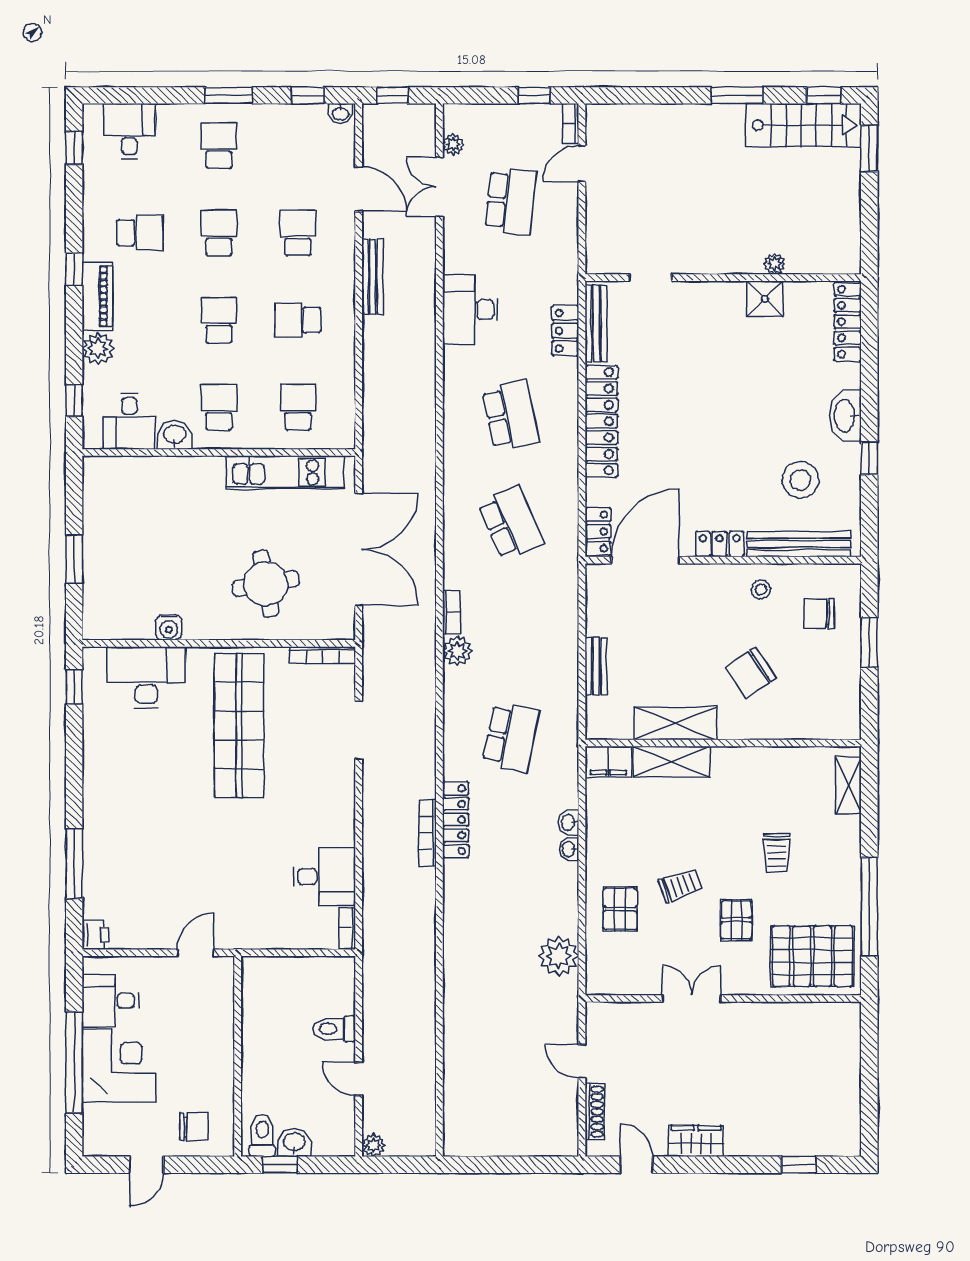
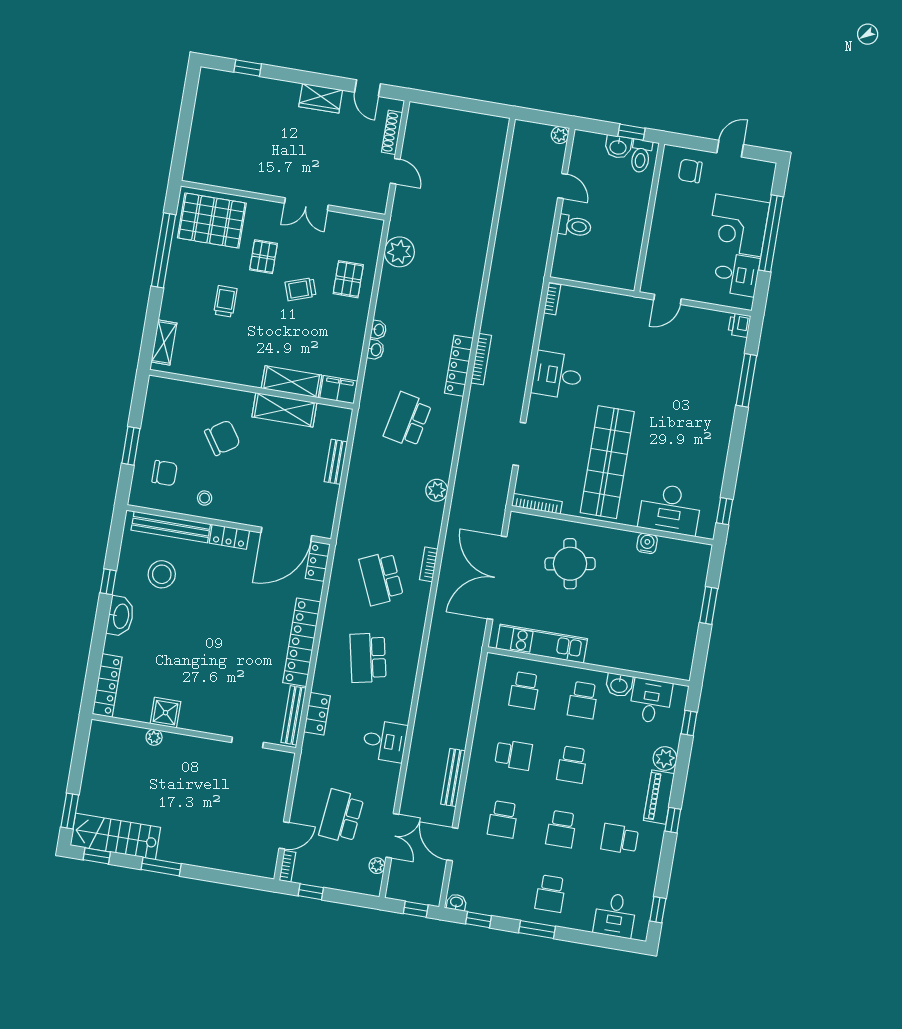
desk: (470, 310) -> (385, 741), width x0.73
bookcase: (451, 612) -> (429, 564), moved
desk: (324, 876) -> (557, 375), moved

